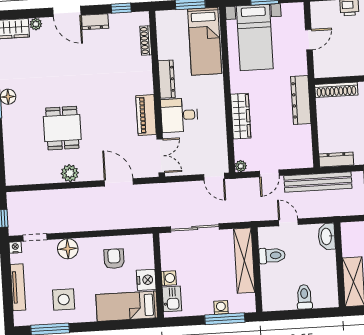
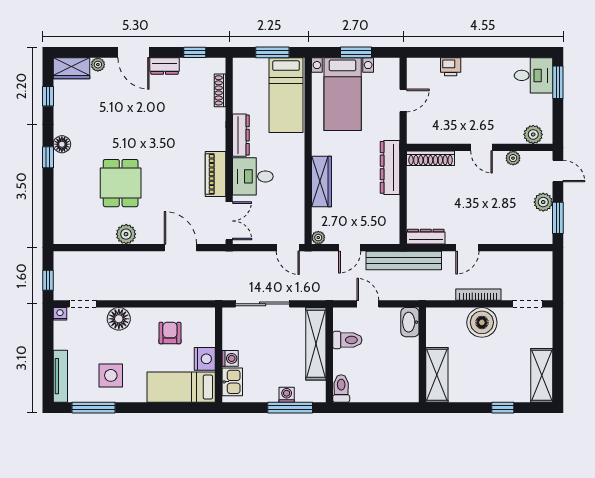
tv unit: (18, 287) -> (60, 376), moved
toilet: (304, 297) -> (341, 389), moved

